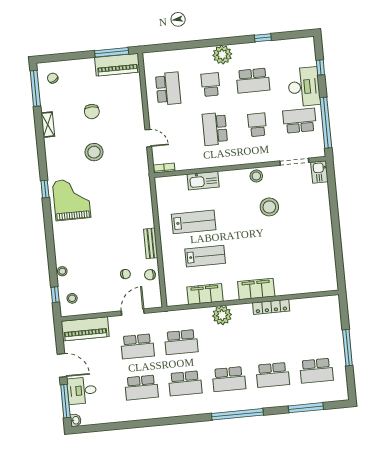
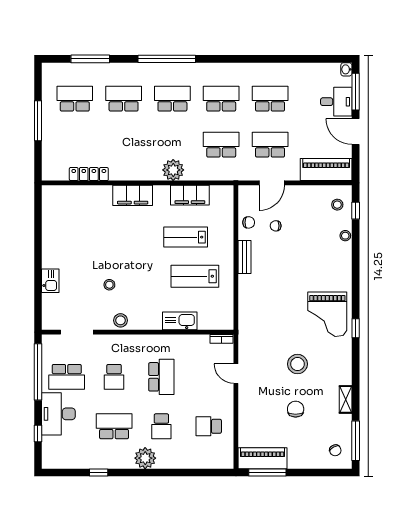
school desk: (168, 89) -> (209, 426), width x0.54
kitchen sink: (319, 172) -> (50, 281), moved
stool: (269, 207) -> (109, 285), width x0.53, depth x0.53
locker: (271, 307) -> (89, 174), moved

